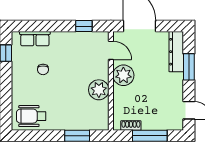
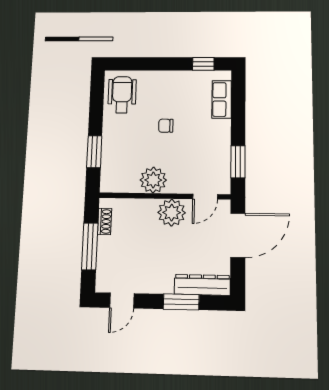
window: (84, 26) -> (238, 162), width x1.50
chair: (43, 69) -> (166, 126), moved

